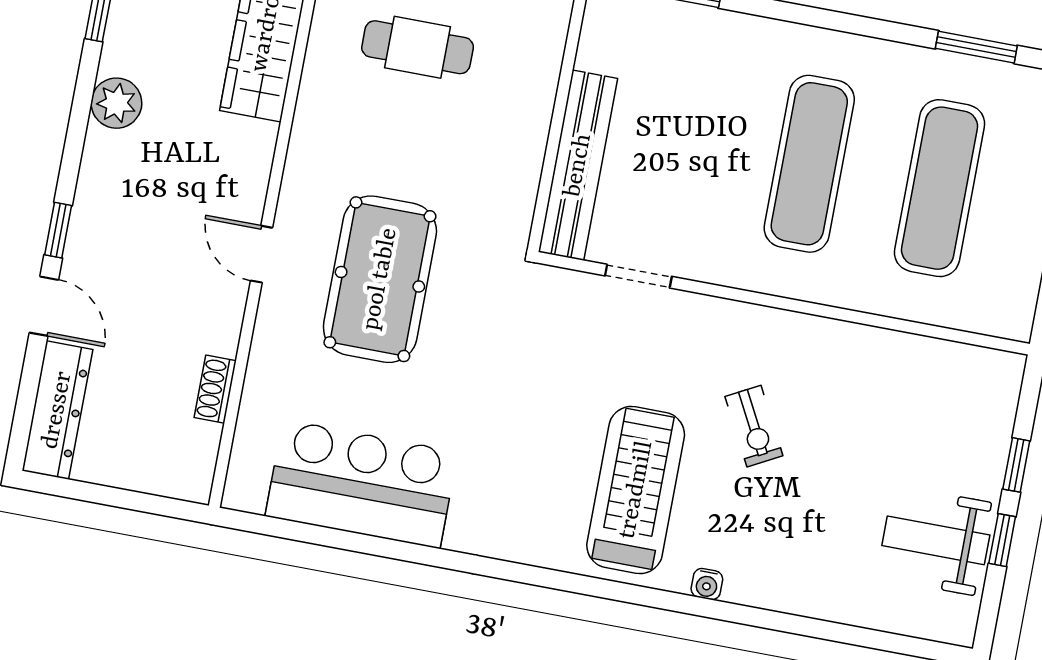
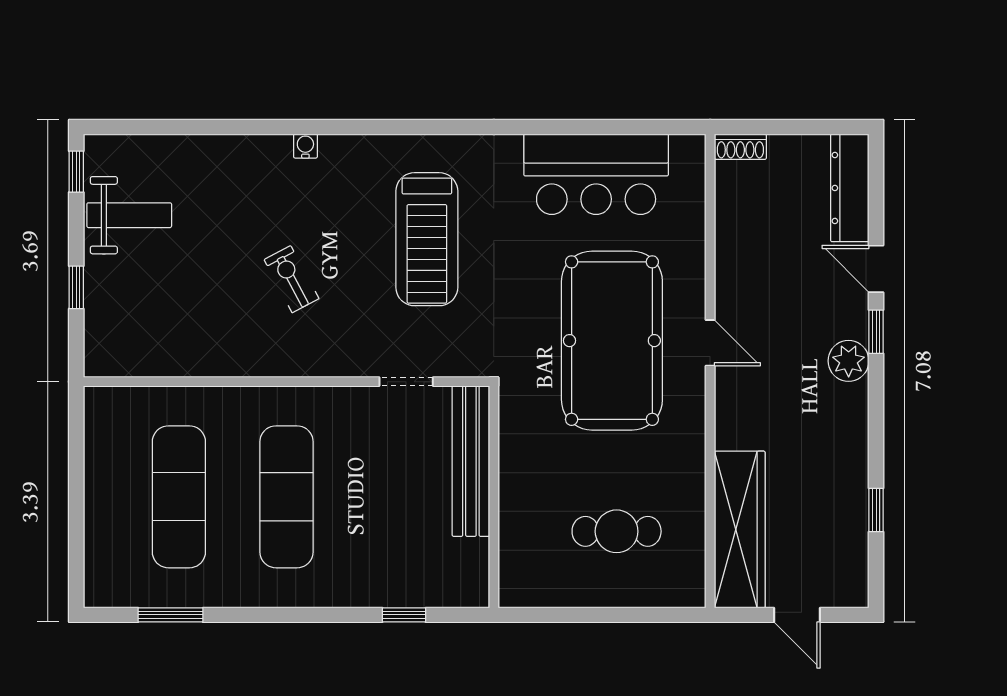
plant: (116, 103) -> (849, 361), moved
pool table: (380, 279) -> (612, 341), width x1.36, depth x1.32
shoe rack: (215, 389) -> (740, 147), moved, turned 90
treadmill: (636, 490) -> (427, 239), moved
window: (1002, 540) -> (76, 172), moved

